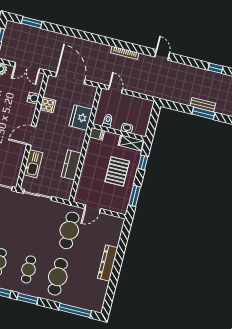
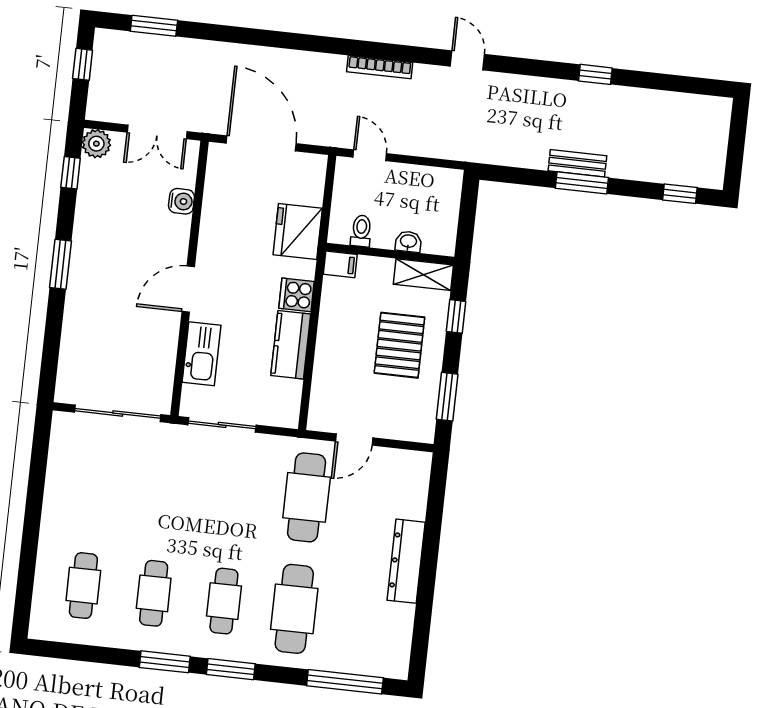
cooker: (48, 105) -> (297, 295), moved, turned 180

